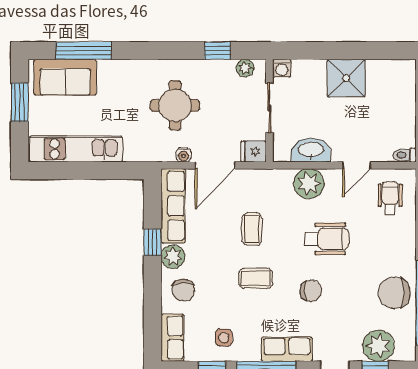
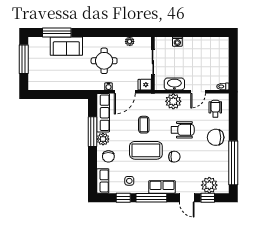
window: (217, 51) -> (126, 32), removed
plant: (245, 68) -> (130, 41), moved
washing machine: (282, 68) -> (177, 42), moved
sofa: (65, 77) -> (66, 46), moved
shower: (346, 78) -> (193, 47), removed
window: (20, 102) -> (24, 59), width x1.44
kitchen unit: (76, 149) -> (53, 83), removed
window: (153, 242) -> (92, 132), width x2.17
coffee table: (256, 278) -> (146, 150), width x1.86, depth x1.72
chair: (394, 293) -> (216, 137), moved

